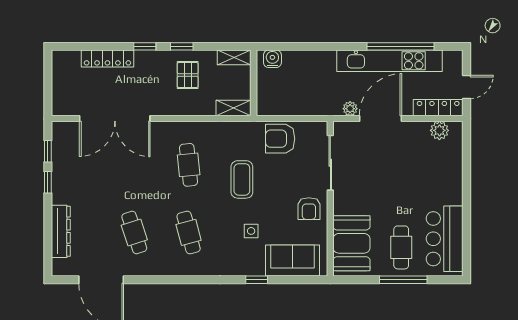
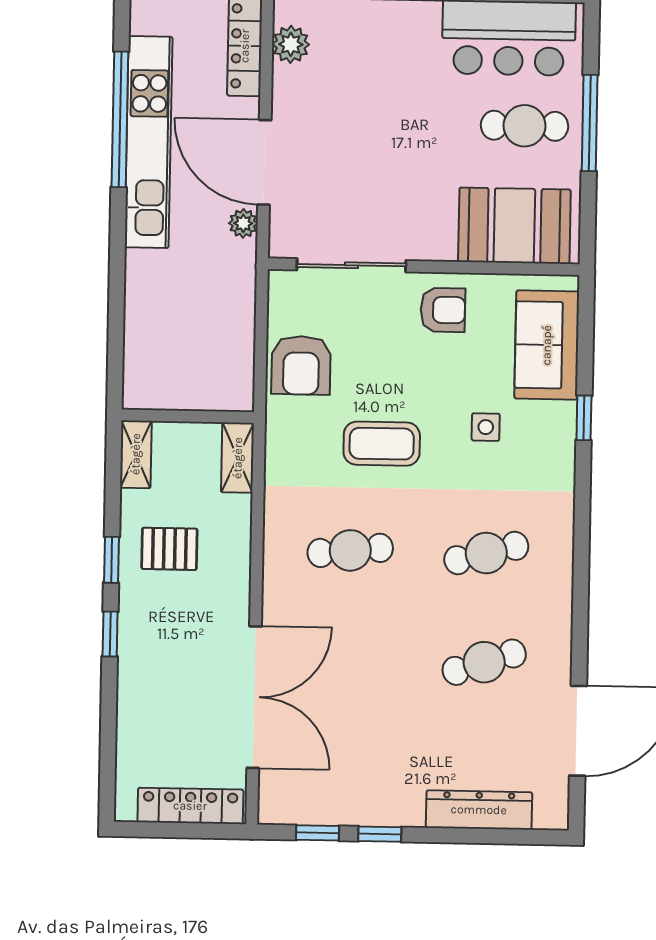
locker: (107, 59) -> (190, 806), moved, turned -90
water cooler: (272, 59) -> (140, 378), removed

